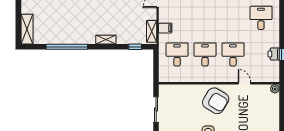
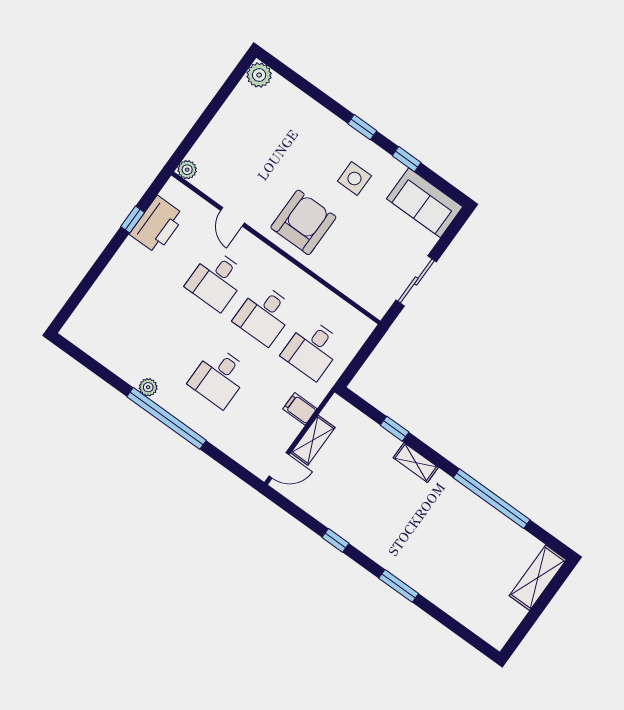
desk: (261, 18) -> (219, 377), moved
shelving: (152, 31) -> (313, 440), moved
window: (135, 47) -> (395, 429), moved
printer: (274, 54) -> (157, 225), width x1.87, depth x1.48
armchair: (216, 101) -> (303, 222), turned 59

